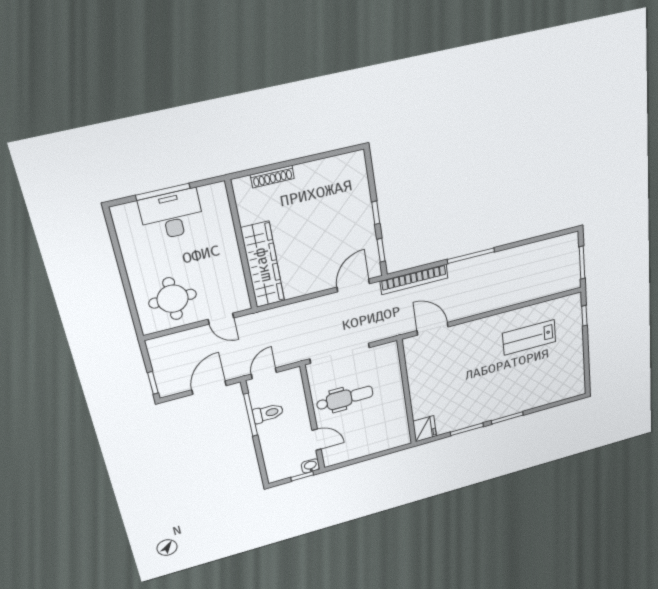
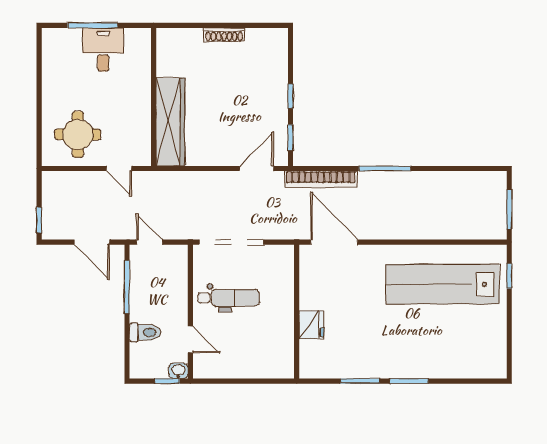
shoe rack: (272, 177) -> (224, 35), moved
desk: (172, 215) -> (103, 50), width x0.73
door: (433, 329) -> (334, 242), width x1.36
lab bench: (529, 337) -> (443, 284), width x1.86, depth x1.39
door: (264, 373) -> (149, 242), hinge flipped
door: (209, 388) -> (92, 242), swing flipped
toilet: (268, 413) -> (145, 332), moved
fridge: (425, 429) -> (311, 325), moved

